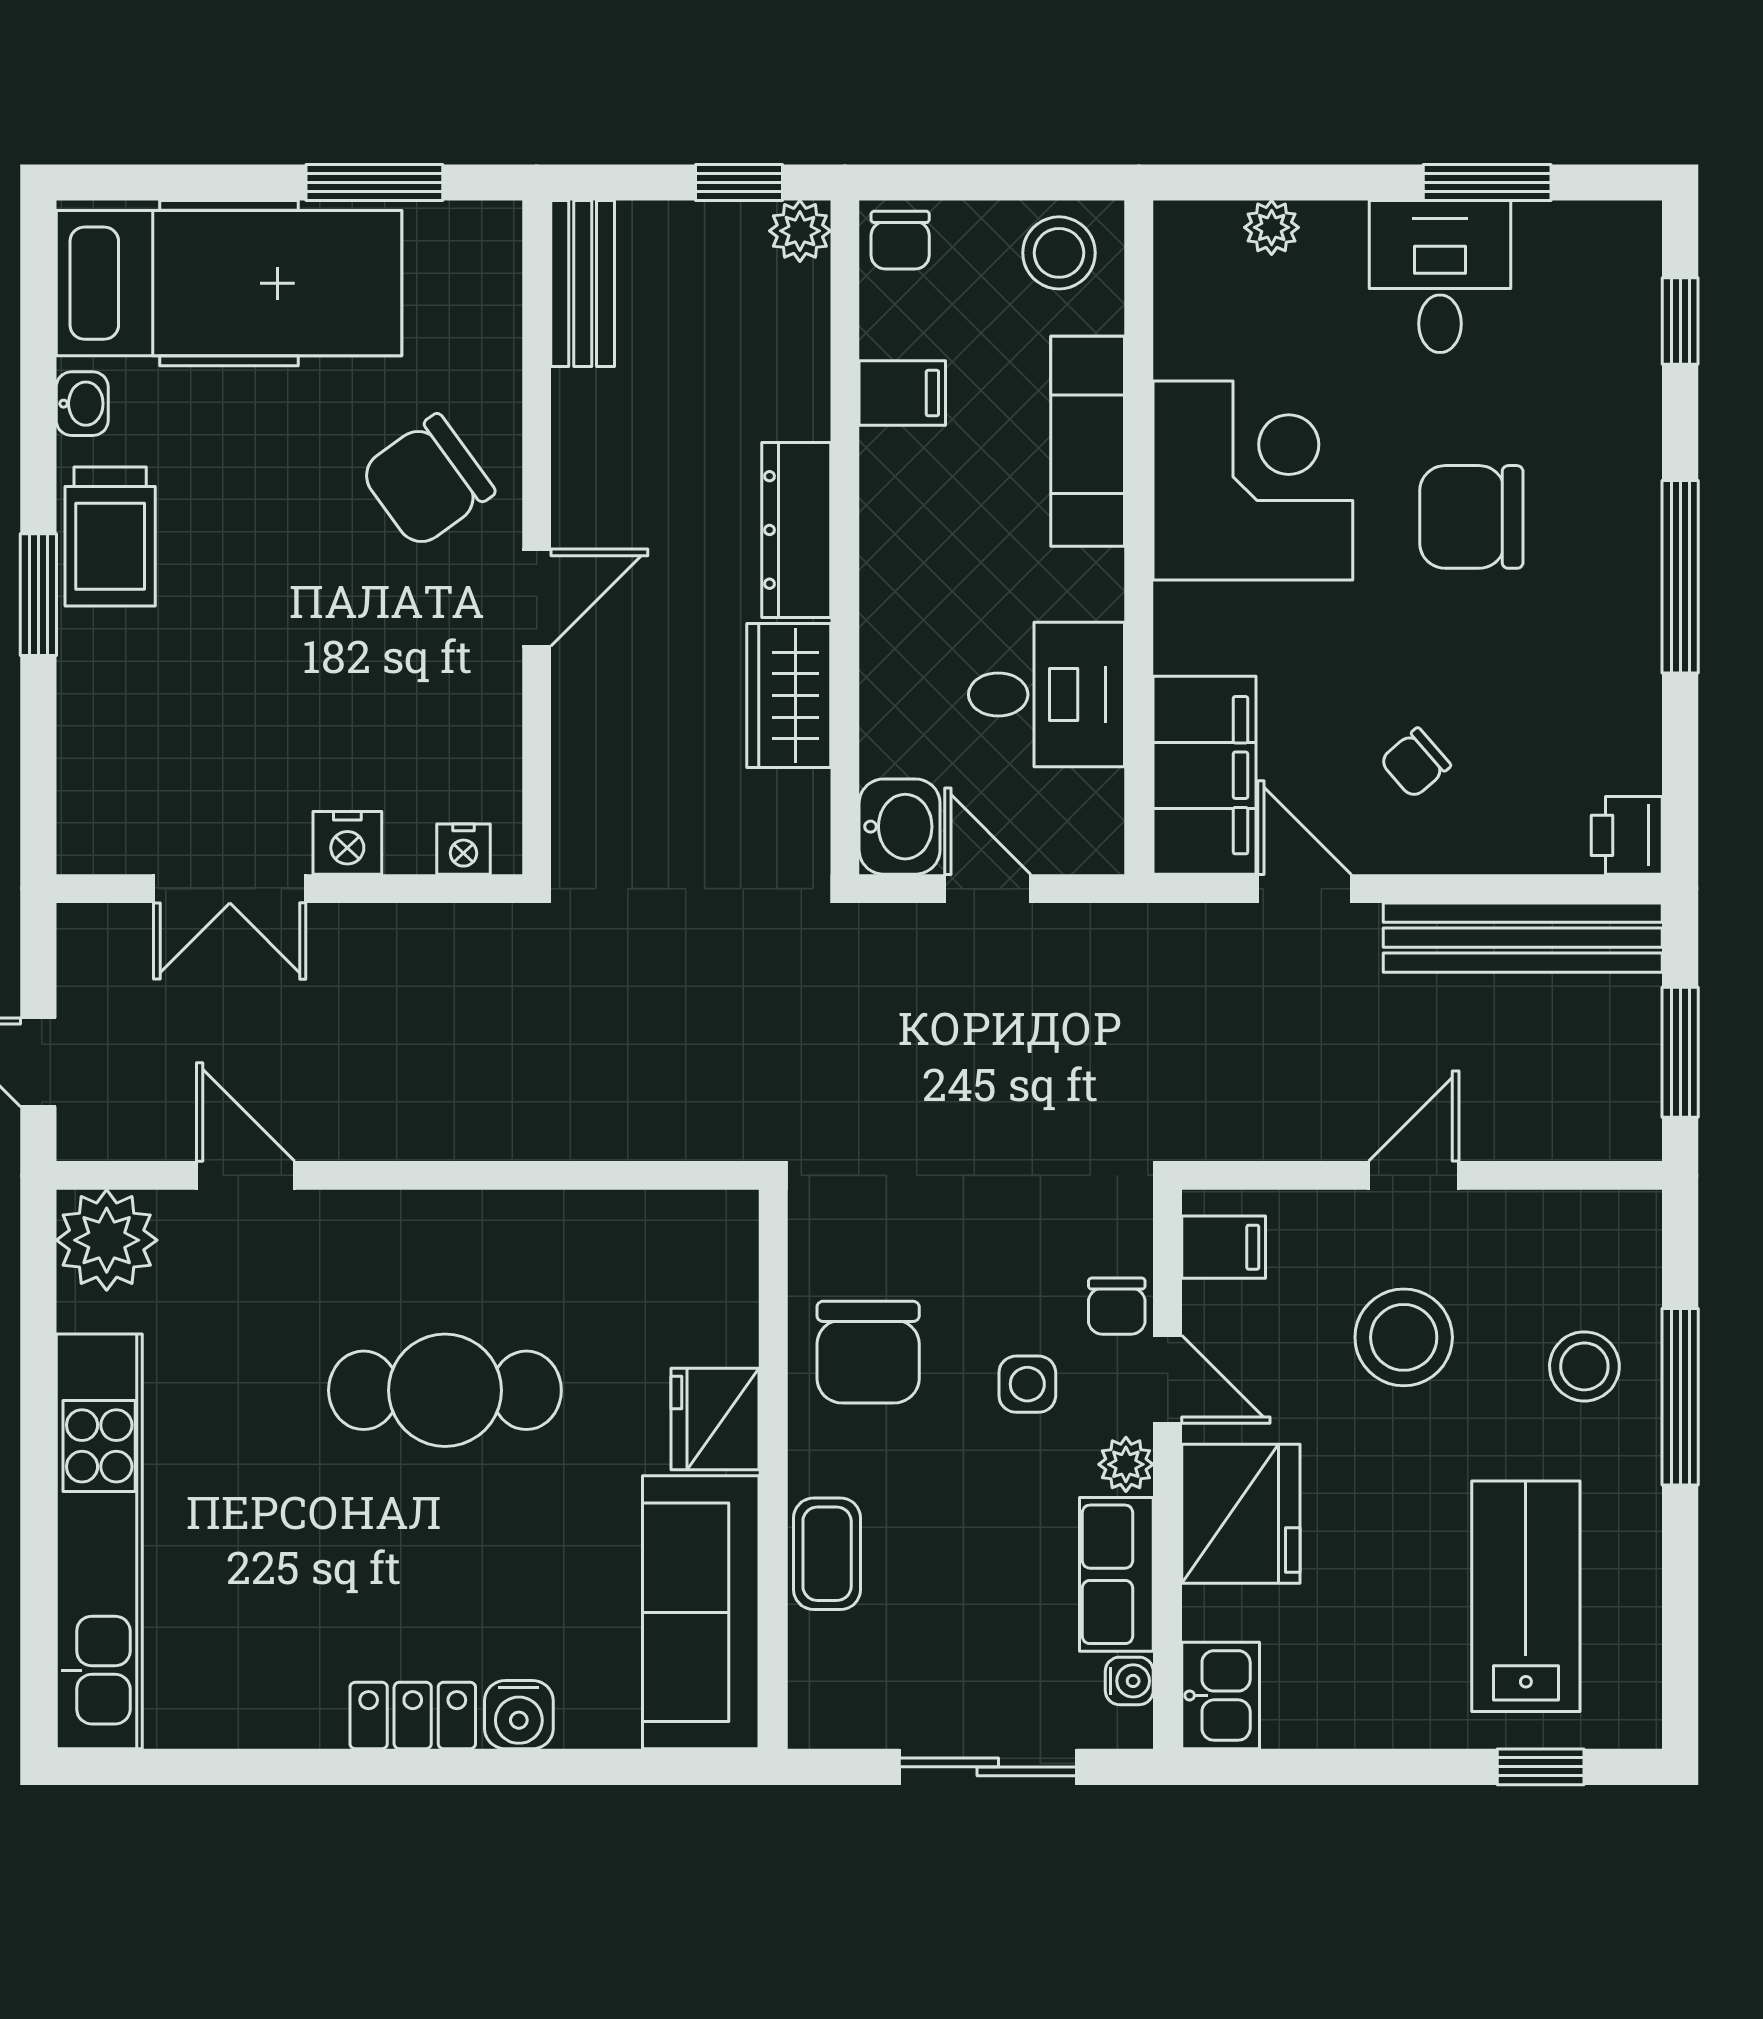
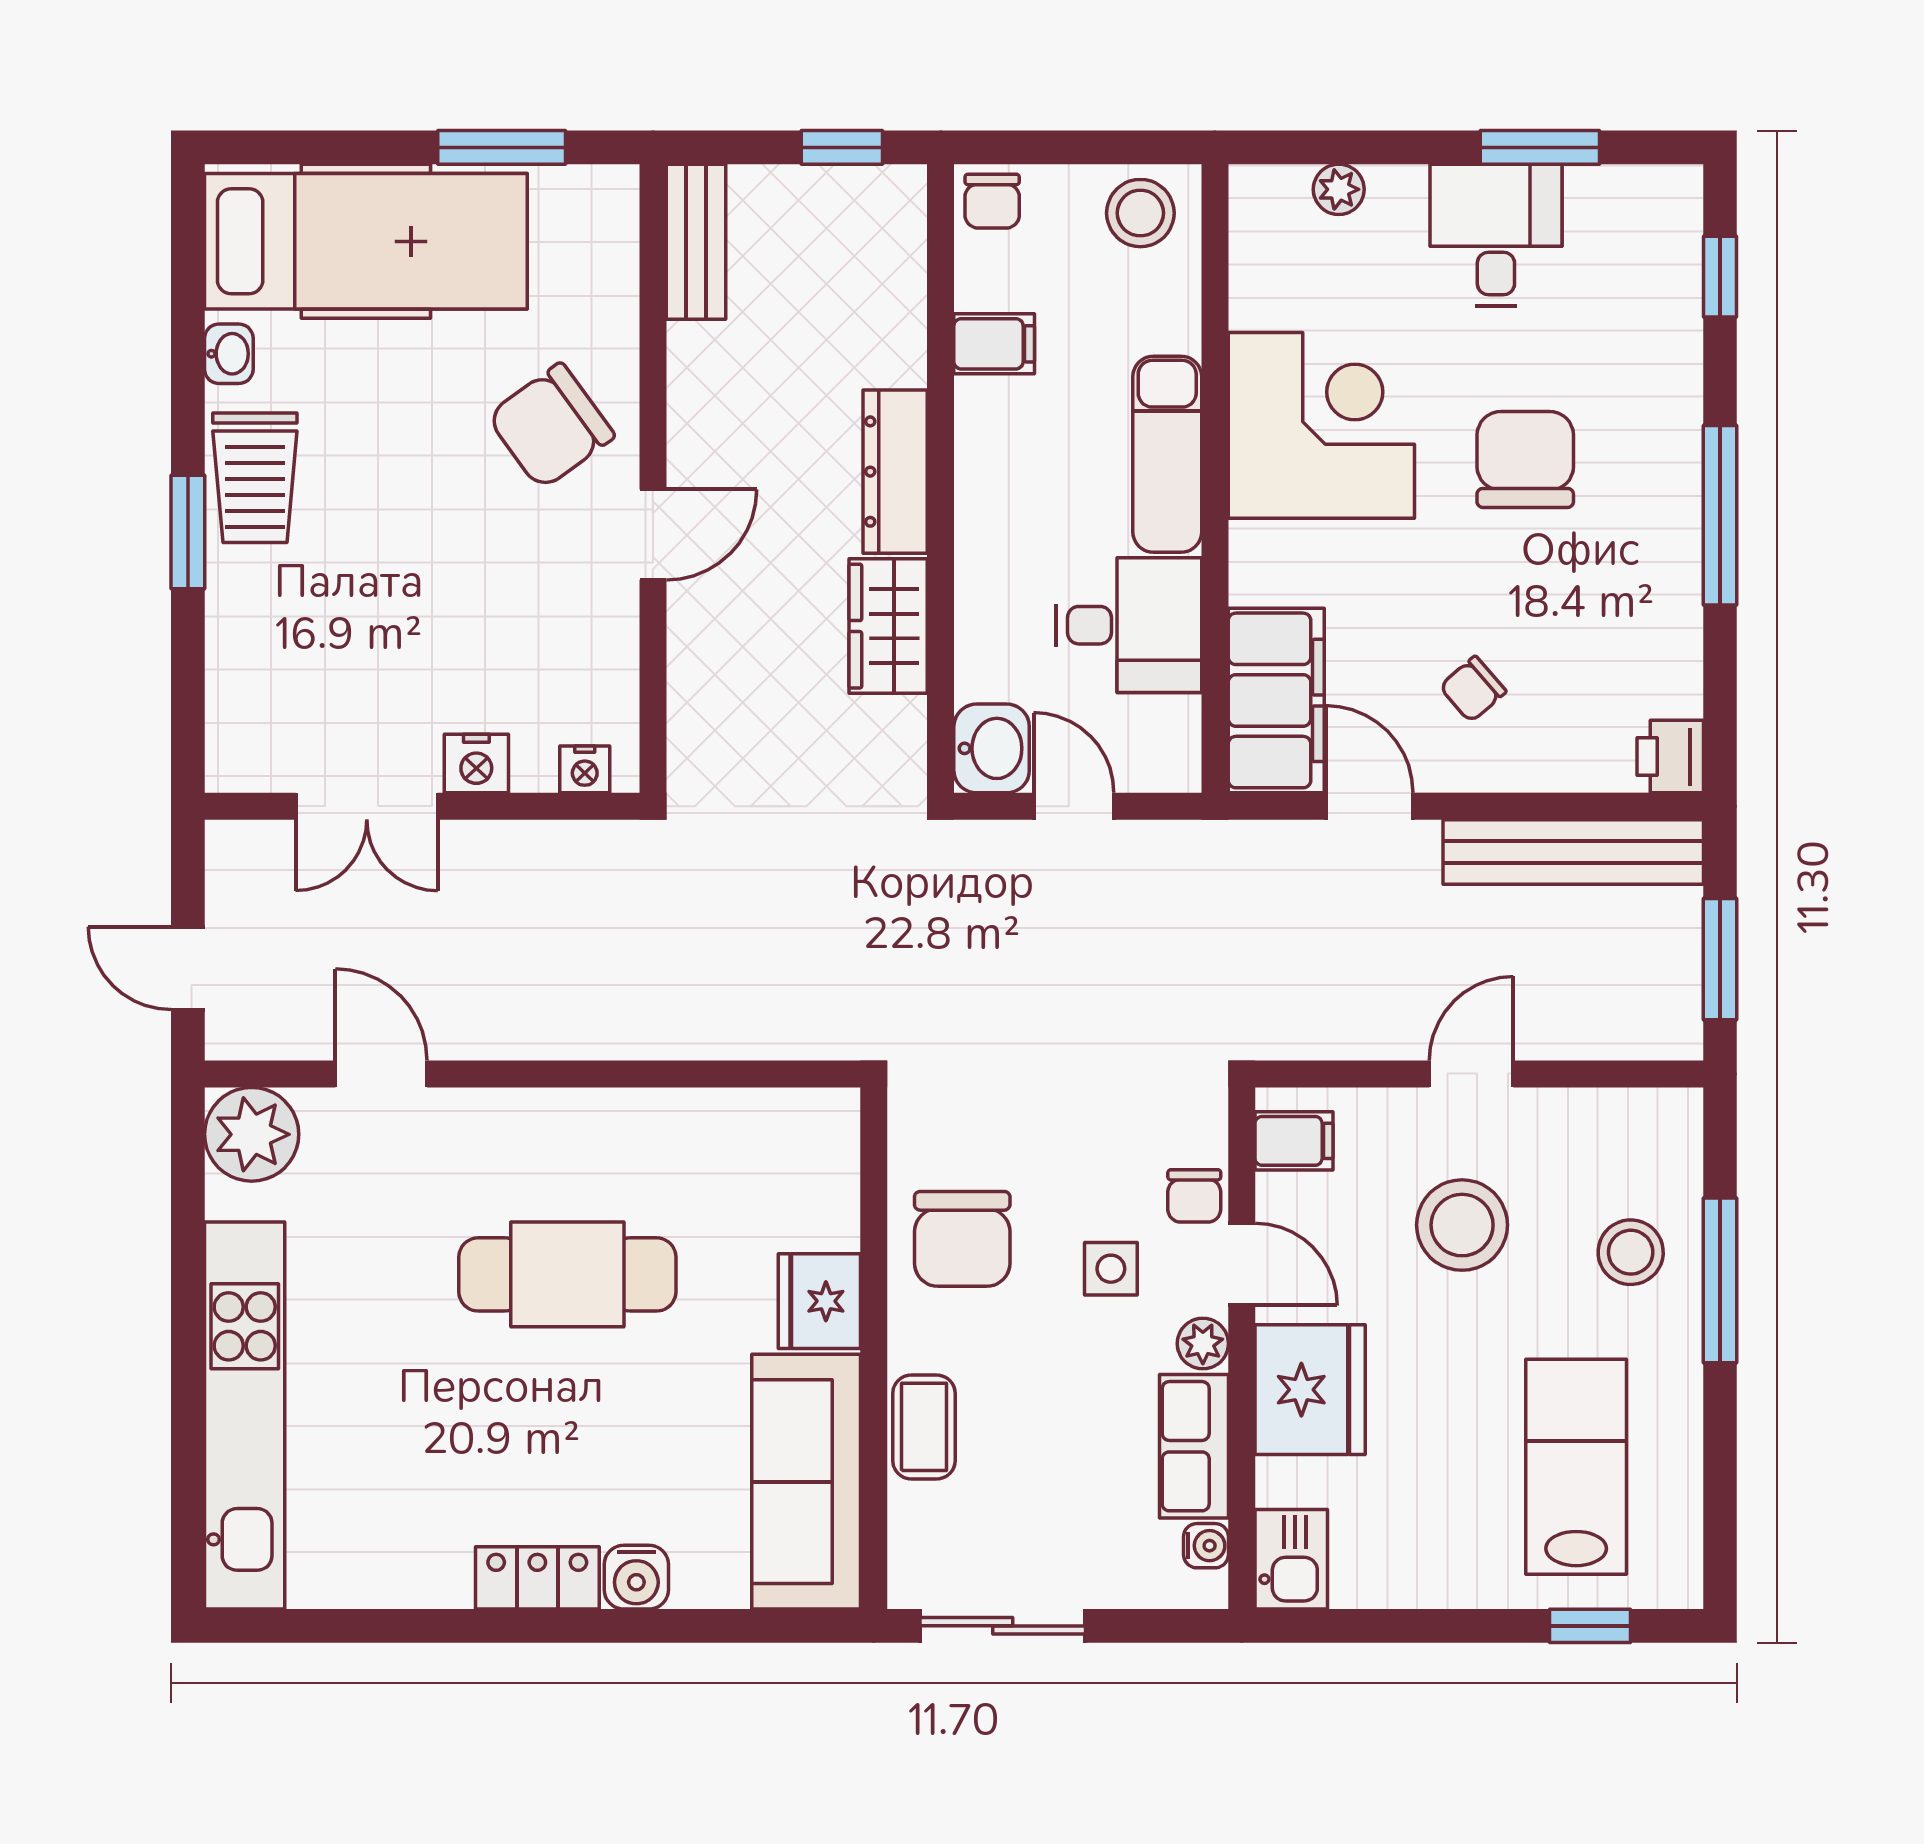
plant: (800, 231) -> (899, 193), removed
exam couch: (1088, 441) -> (1167, 454), moved
chair: (1471, 517) -> (1525, 459), turned 90
sliding door: (988, 1767) -> (1003, 1626), moved

